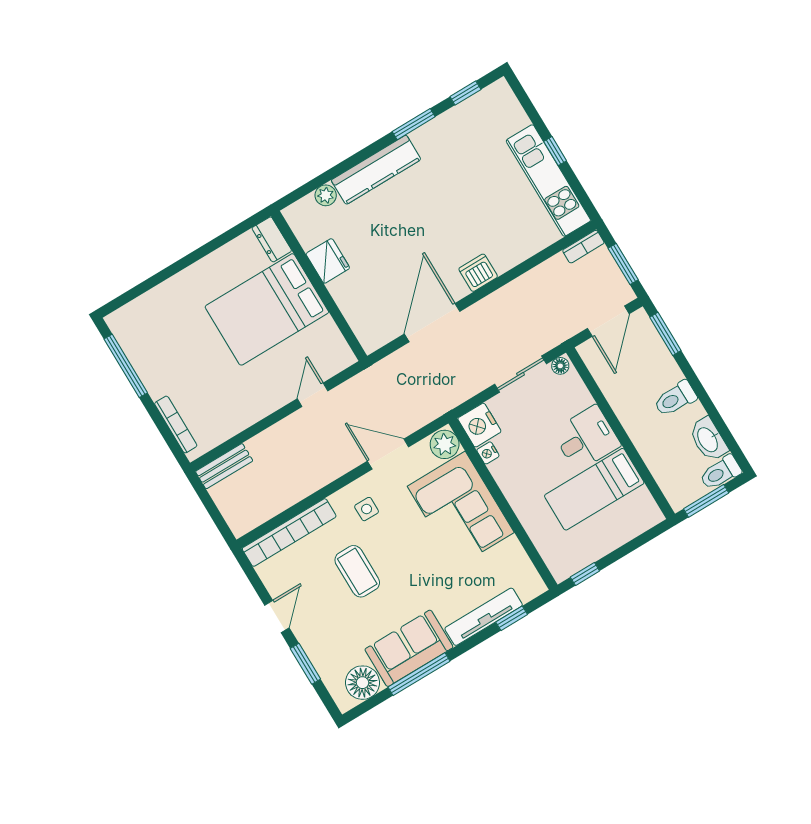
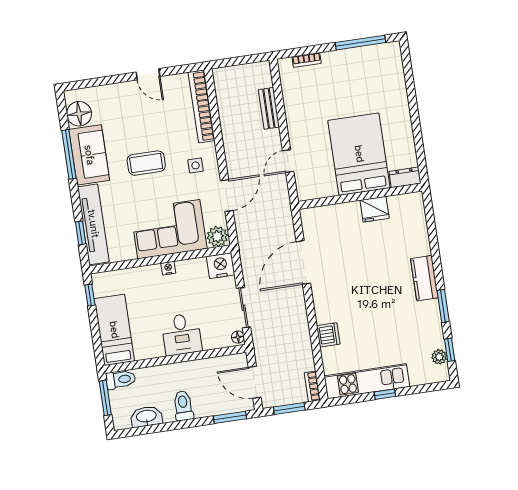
kitchen counter: (376, 170) -> (424, 278), width x0.67
plant: (326, 195) -> (439, 357), moved
dishwasher: (478, 273) -> (328, 335), moved
door: (432, 323) -> (303, 262), swing flipped
door: (313, 395) -> (288, 161), swing flipped
bookcase: (176, 425) -> (307, 60), width x0.64
nightstand: (488, 453) -> (168, 268), moved
bench: (224, 466) -> (269, 108), moved
toilet: (720, 473) -> (121, 380), moved, turned 90
bed: (594, 489) -> (114, 330), moved
coffee table: (357, 571) -> (146, 163), moved
tv unit: (484, 617) -> (93, 224), width x1.36, depth x1.29
window: (305, 664) -> (108, 80), removed

